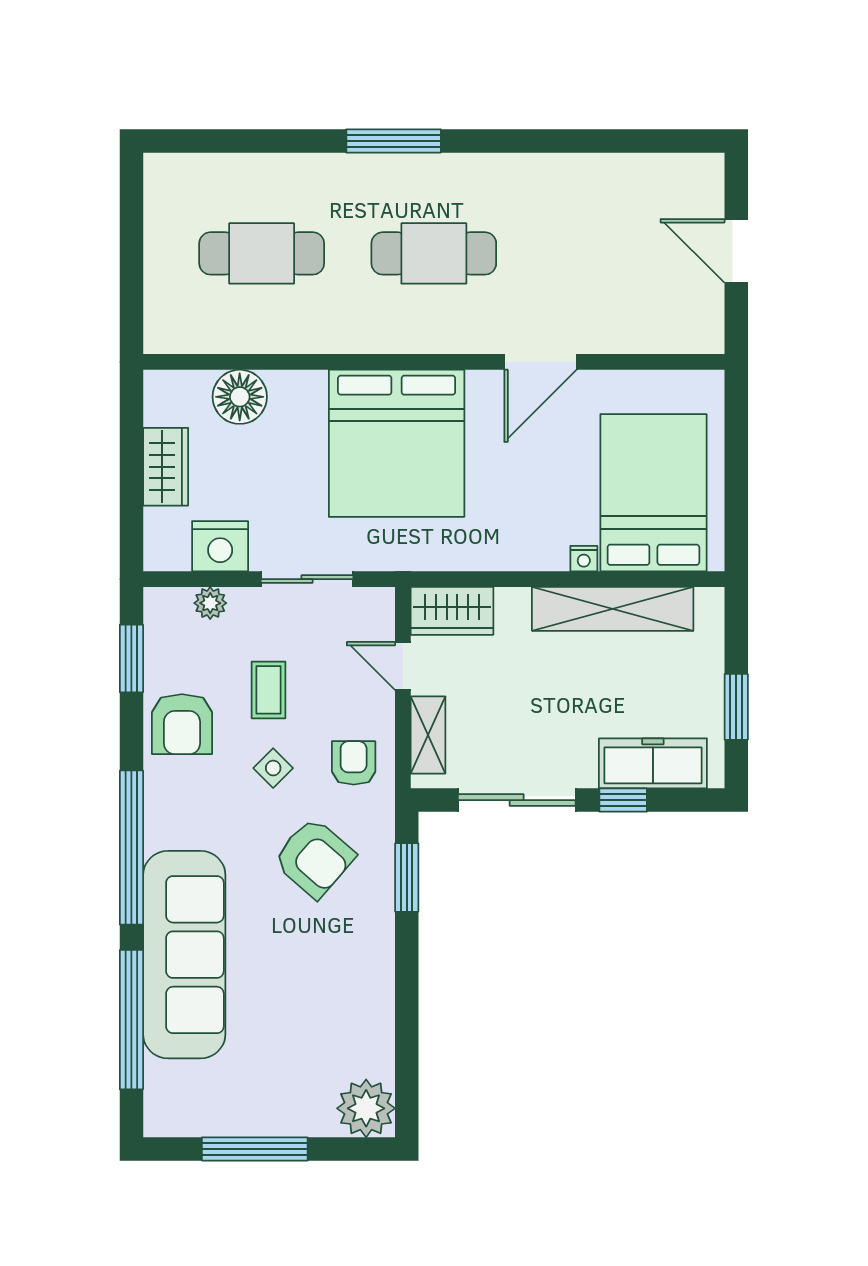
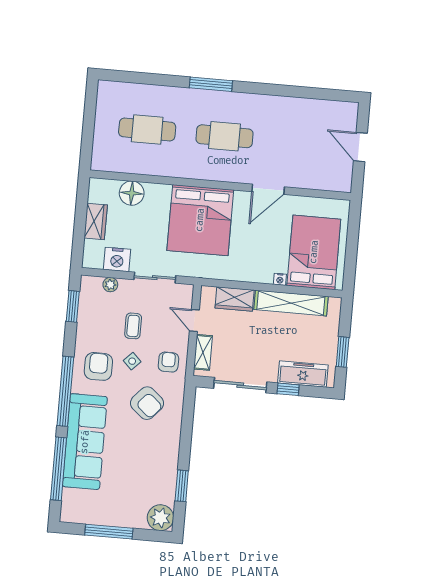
wardrobe: (452, 611) -> (235, 299), moved
armchair: (182, 724) -> (98, 366), moved, turned 180
window: (407, 878) -> (182, 486), moved

